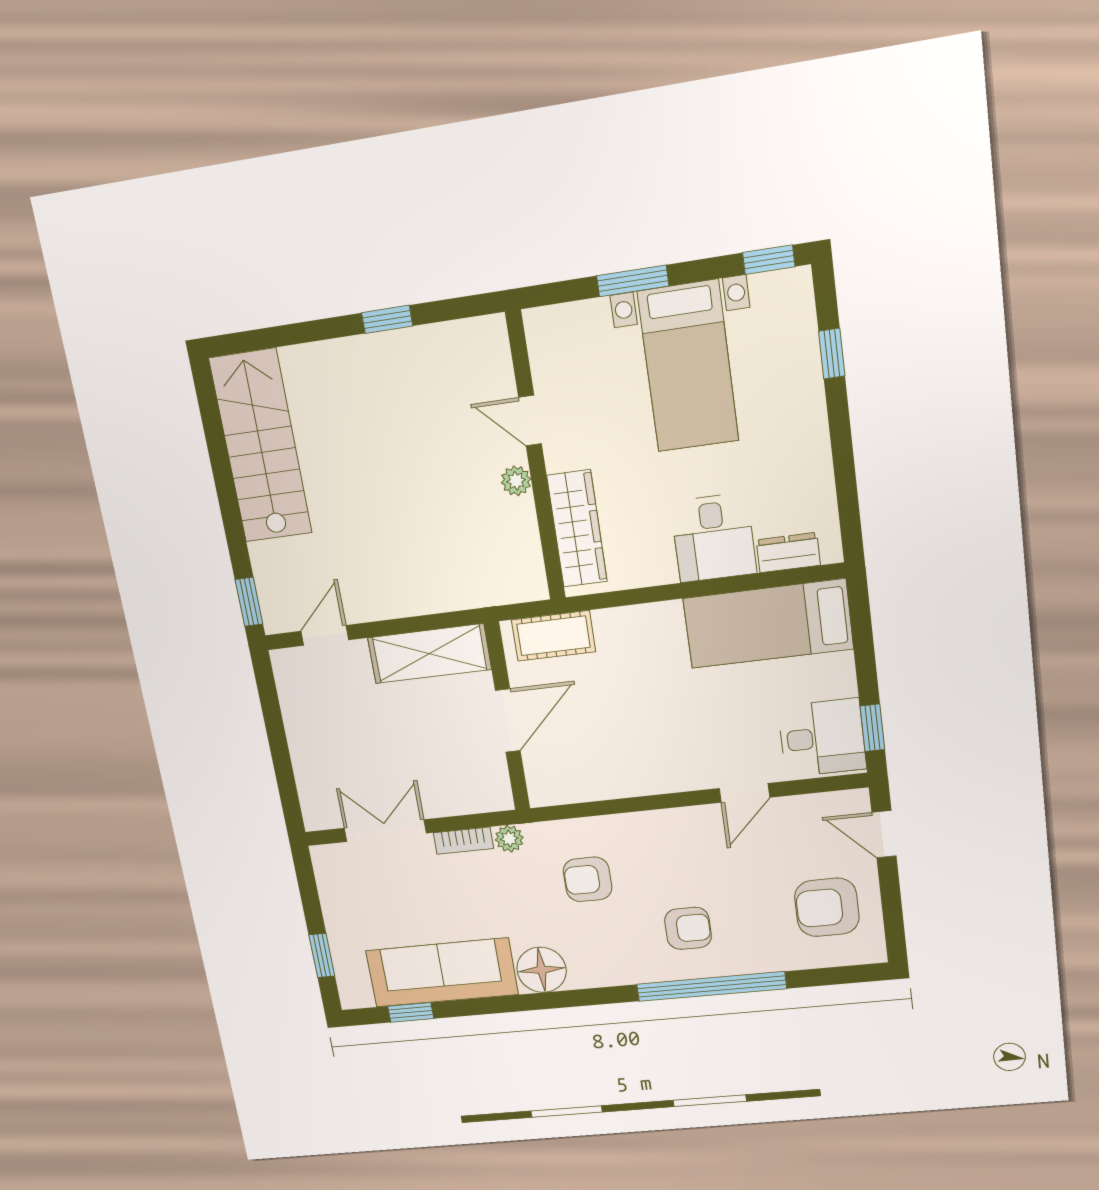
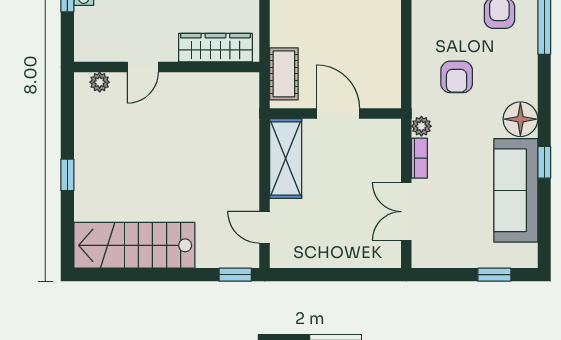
window: (387, 319) -> (67, 175), moved
plant: (516, 481) -> (100, 82), moved
window: (411, 1012) -> (544, 162), moved

